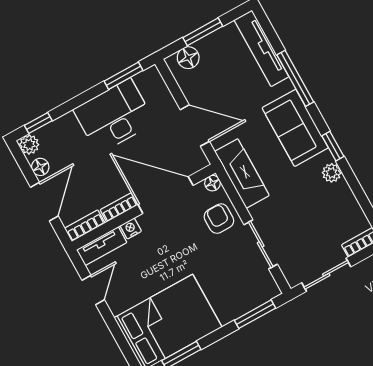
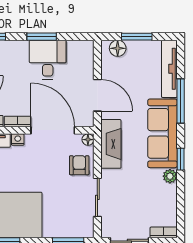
window: (123, 76) -> (42, 37), moved
desk: (114, 116) -> (48, 60), width x0.73
sofa: (295, 128) -> (162, 133), width x1.36

